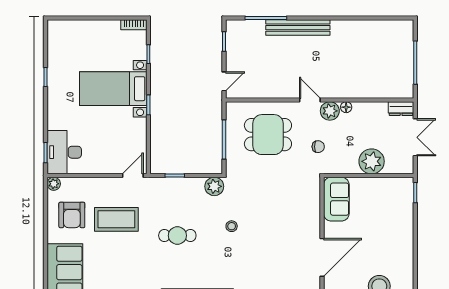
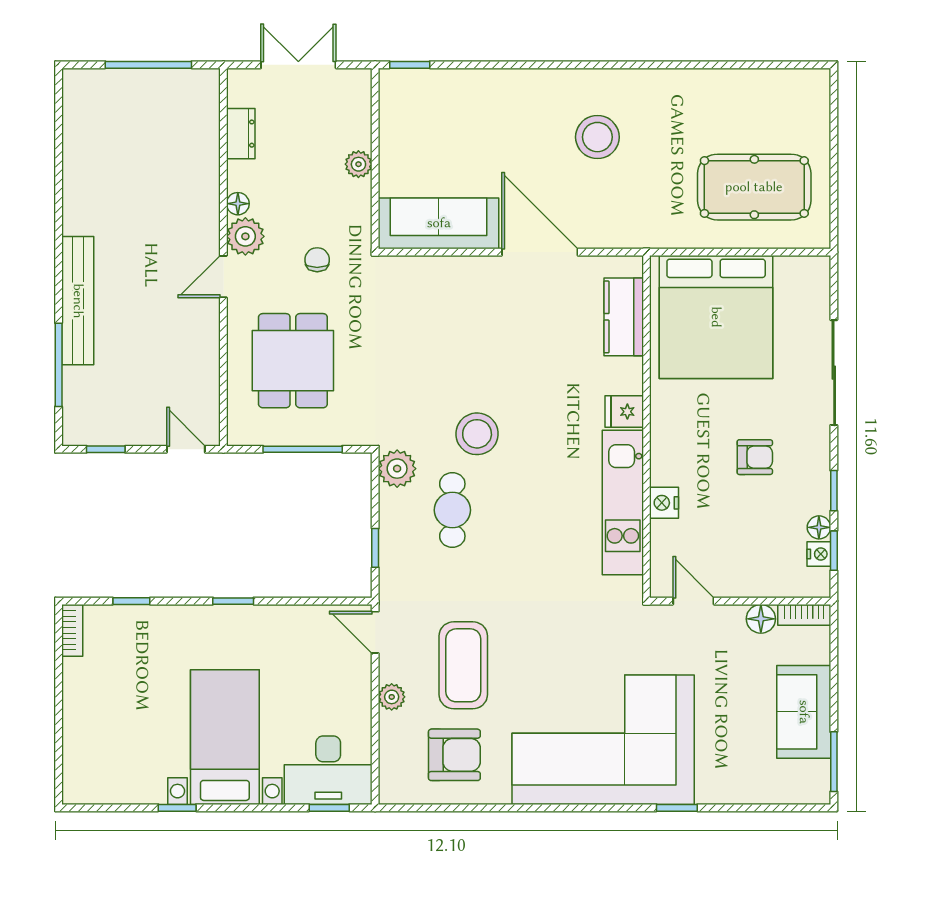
bed with nightstands: (113, 89) -> (225, 737), moved, turned 180
dresser: (401, 109) -> (241, 134), moved
plant: (372, 161) -> (358, 164), width x0.53, depth x0.53
plant: (54, 184) -> (392, 697), moved
sofa: (336, 199) -> (439, 223), width x1.36
stool: (232, 226) -> (477, 434), width x1.89, depth x1.89
cafe table: (177, 236) -> (452, 510), moved

